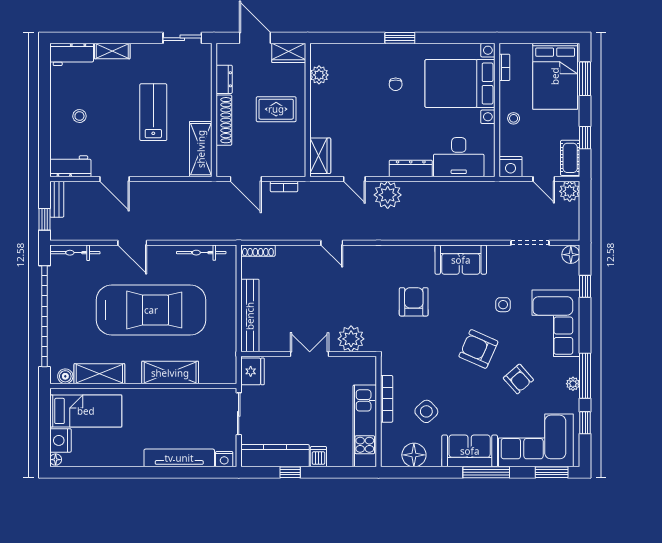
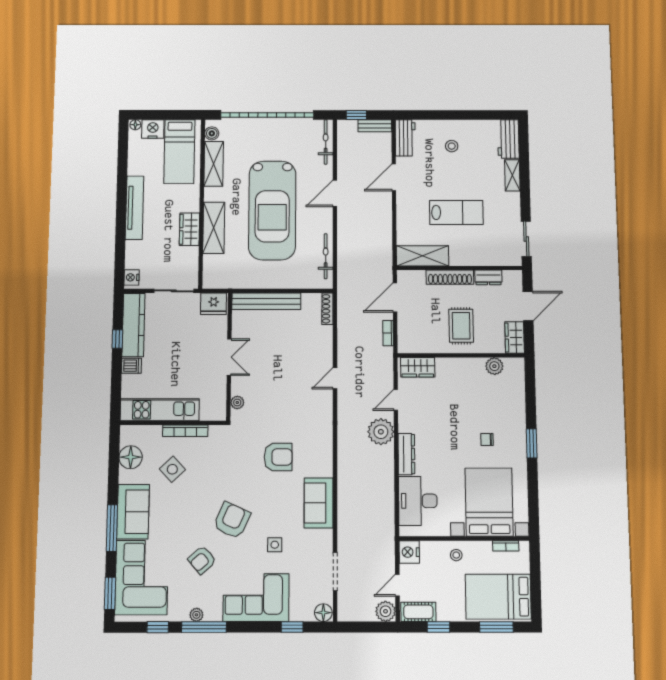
plant: (351, 339) -> (237, 402), width x0.53, depth x0.53
wardrobe: (172, 398) -> (189, 229), added
tv unit: (179, 458) -> (134, 208), moved

